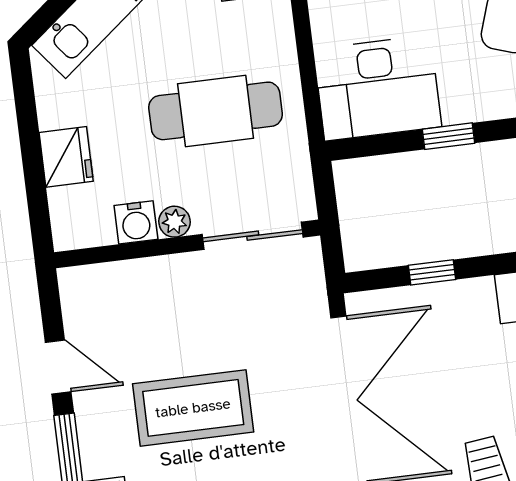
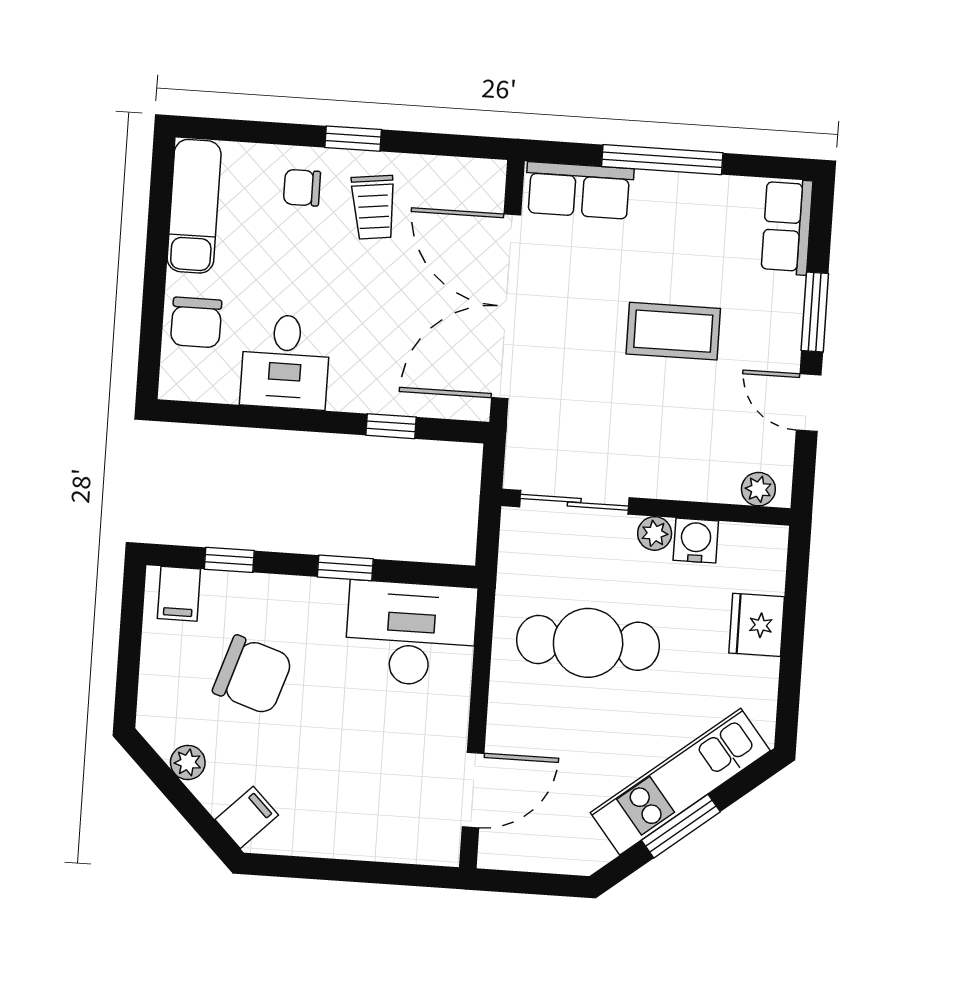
plant: (88, 280) -> (758, 489), added
coffee table: (193, 408) -> (673, 331), width x0.73, depth x0.76

